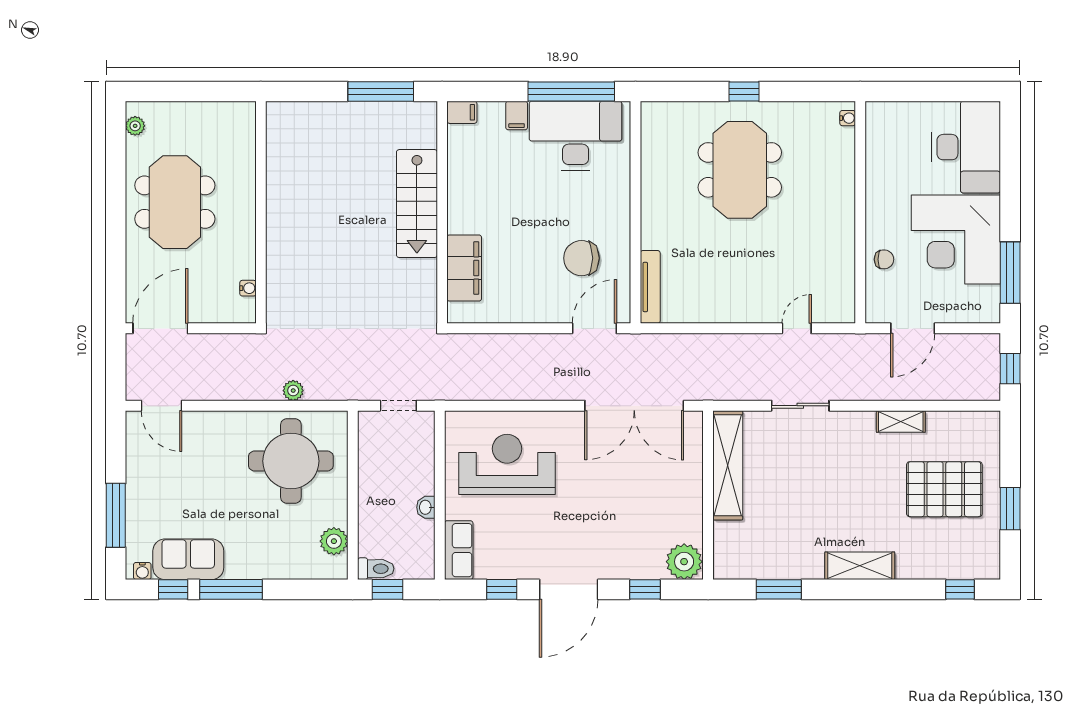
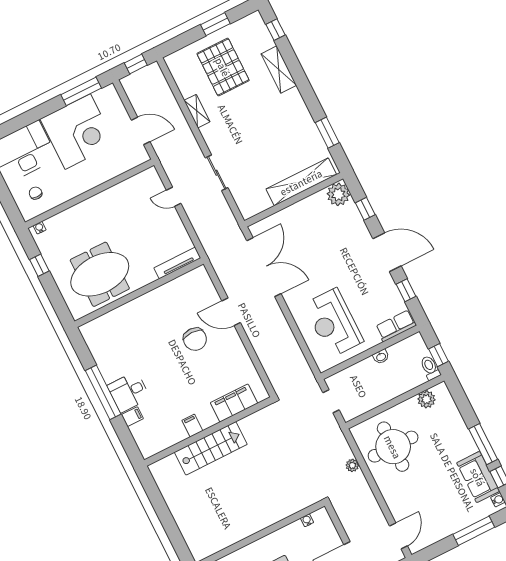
window: (381, 91) -> (157, 501), removed
window: (744, 91) -> (39, 265), moved
filing cabinet: (462, 112) -> (192, 426), moved
desk: (576, 136) -> (129, 392), width x0.53, depth x0.77
wall: (636, 212) -> (139, 293), moved
chair: (884, 259) -> (36, 193), moved
tv unit: (650, 287) -> (177, 263), moved
shelving: (728, 465) -> (301, 182), moved
shelving: (860, 566) -> (279, 70), moved

